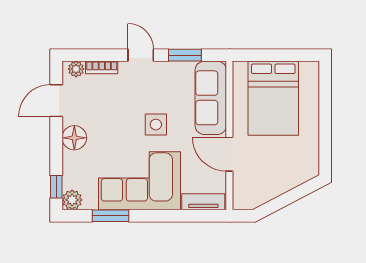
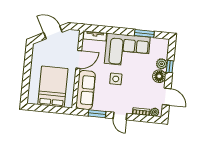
door: (56, 101) -> (167, 97), hinge flipped
door: (229, 154) -> (79, 59), hinge flipped
window: (56, 187) -> (170, 67), moved
plant: (72, 200) -> (162, 64), moved
door: (283, 201) -> (53, 32), added

